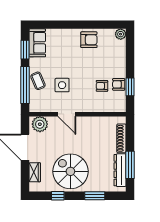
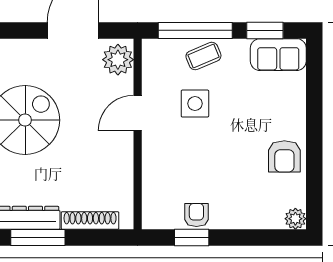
armchair: (102, 86) -> (194, 182), removed
wardrobe: (35, 172) -> (23, 50), removed

